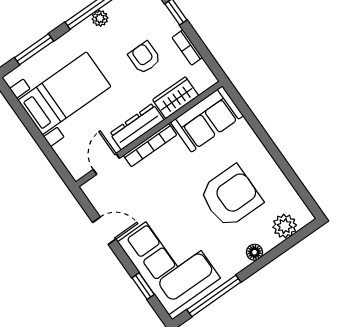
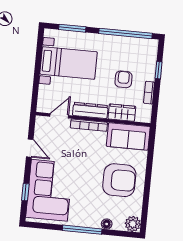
plant: (100, 18) -> (118, 41), removed
armchair: (231, 196) -> (119, 180), moved
plant: (285, 226) -> (133, 224), moved
floor lamp: (255, 252) -> (107, 224), moved
window: (214, 296) -> (82, 230), moved

